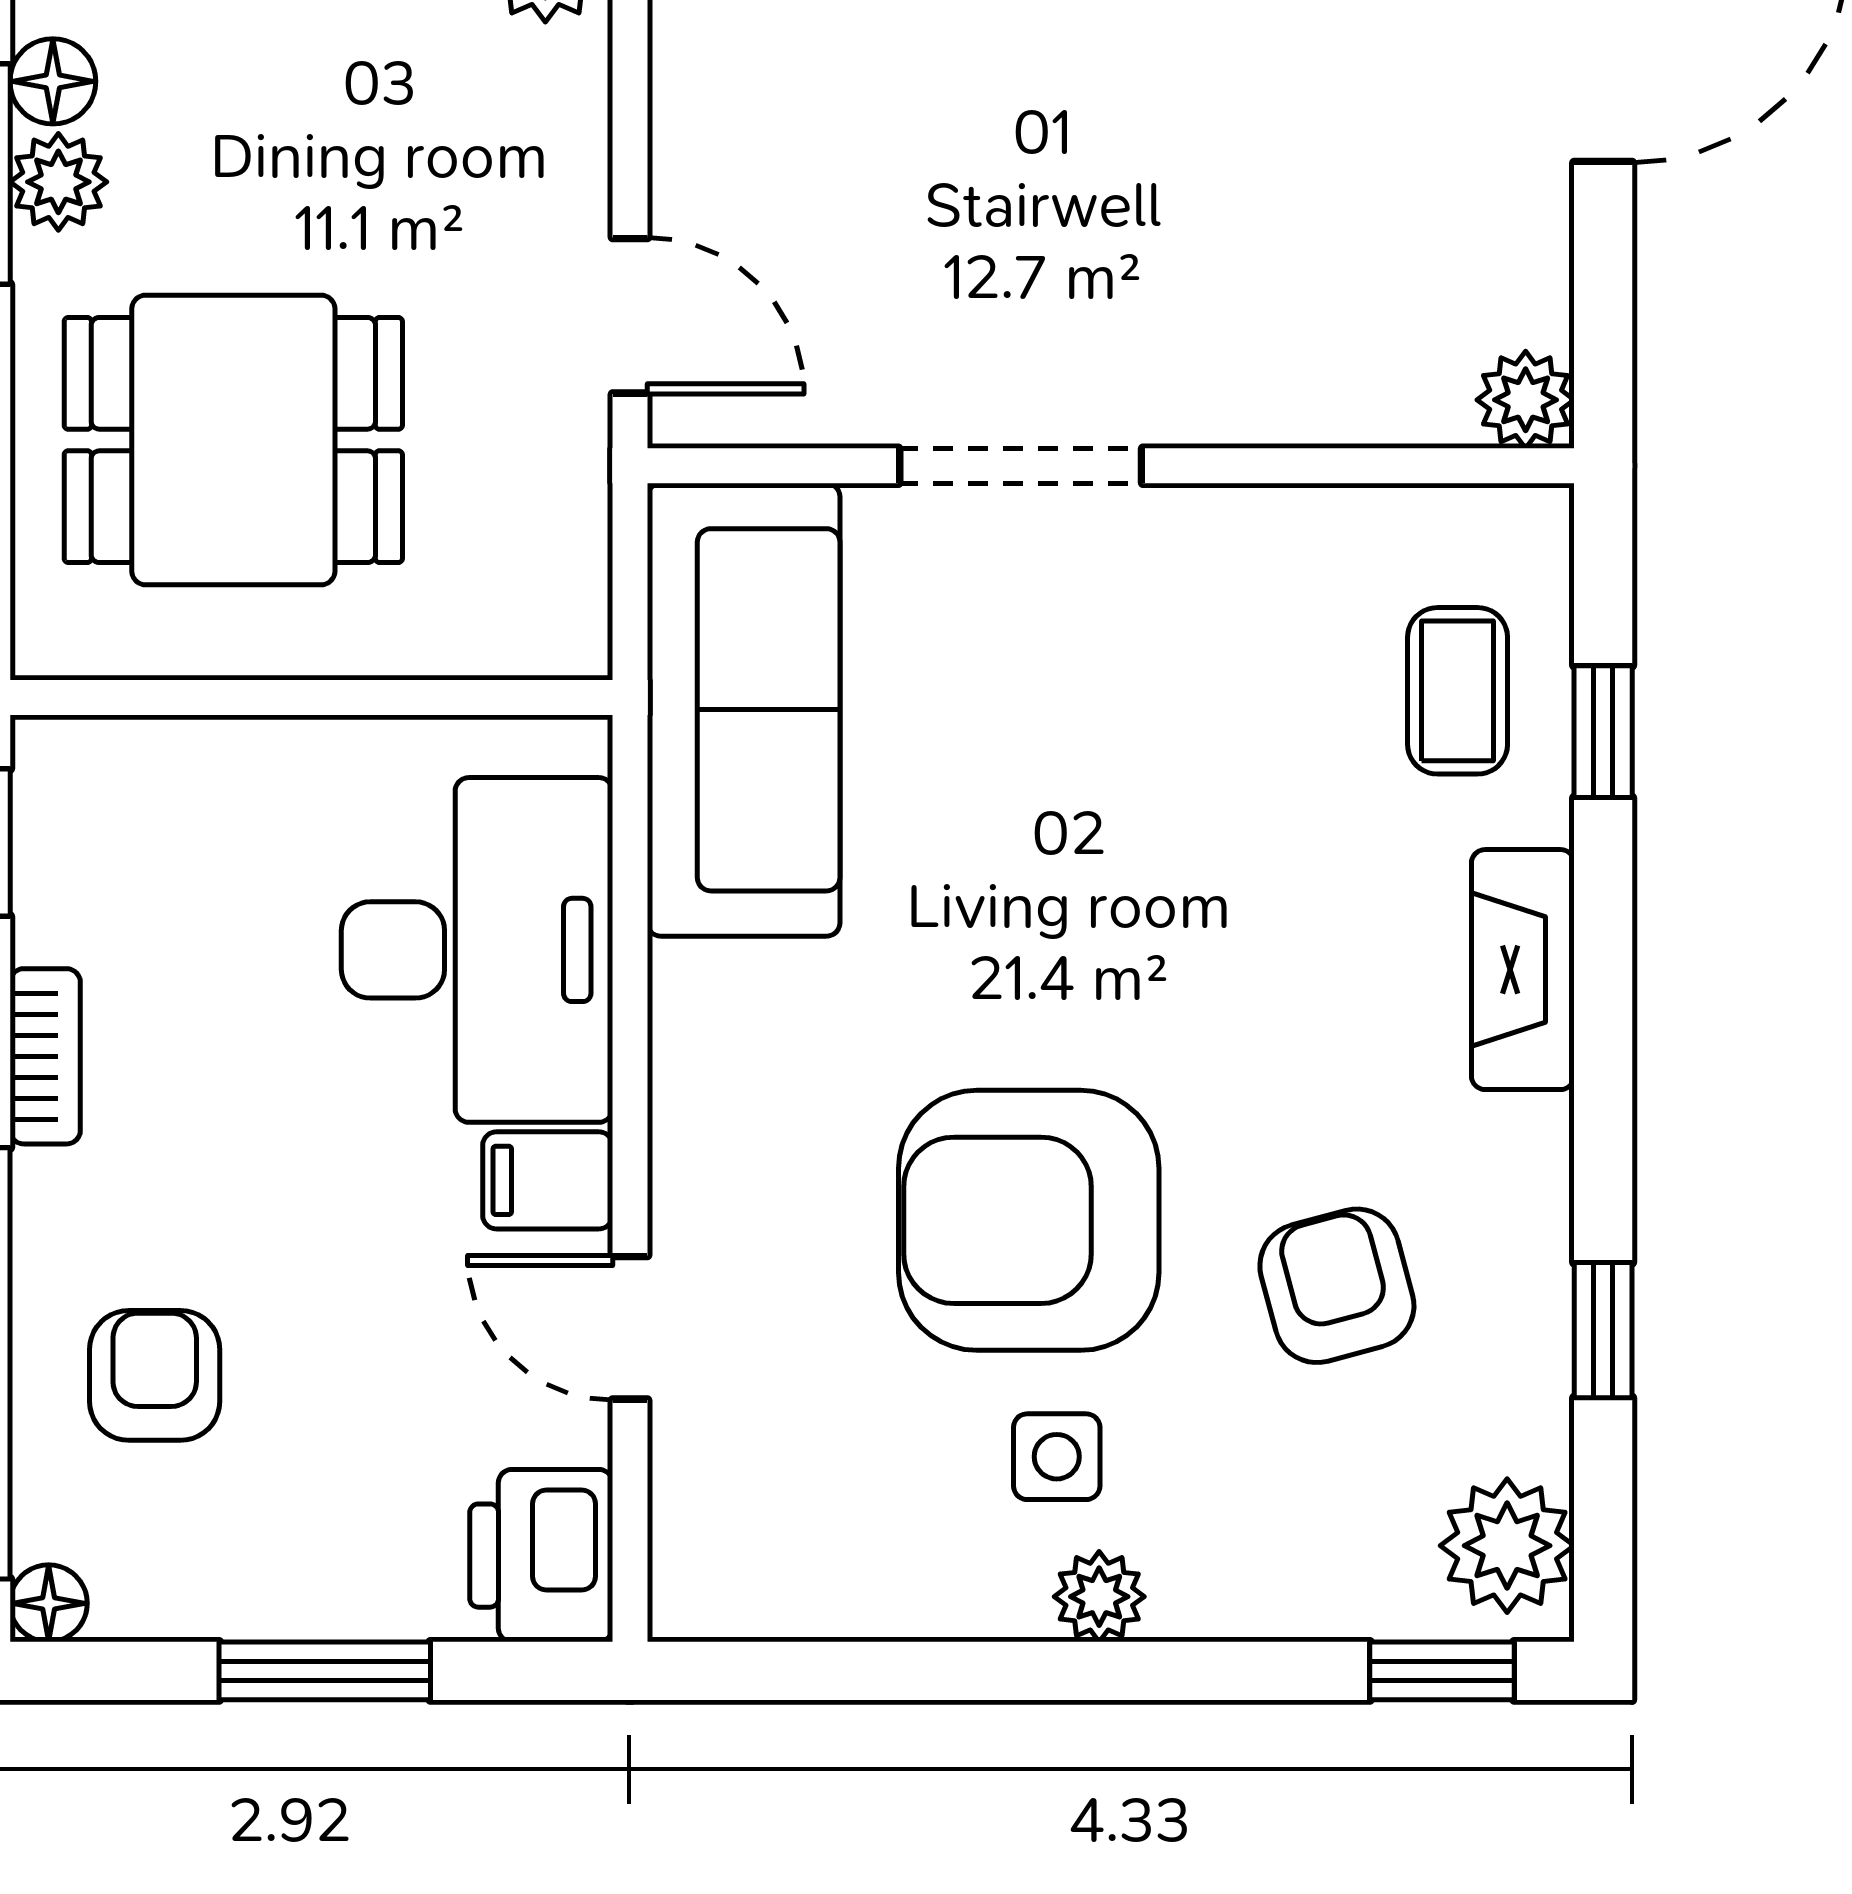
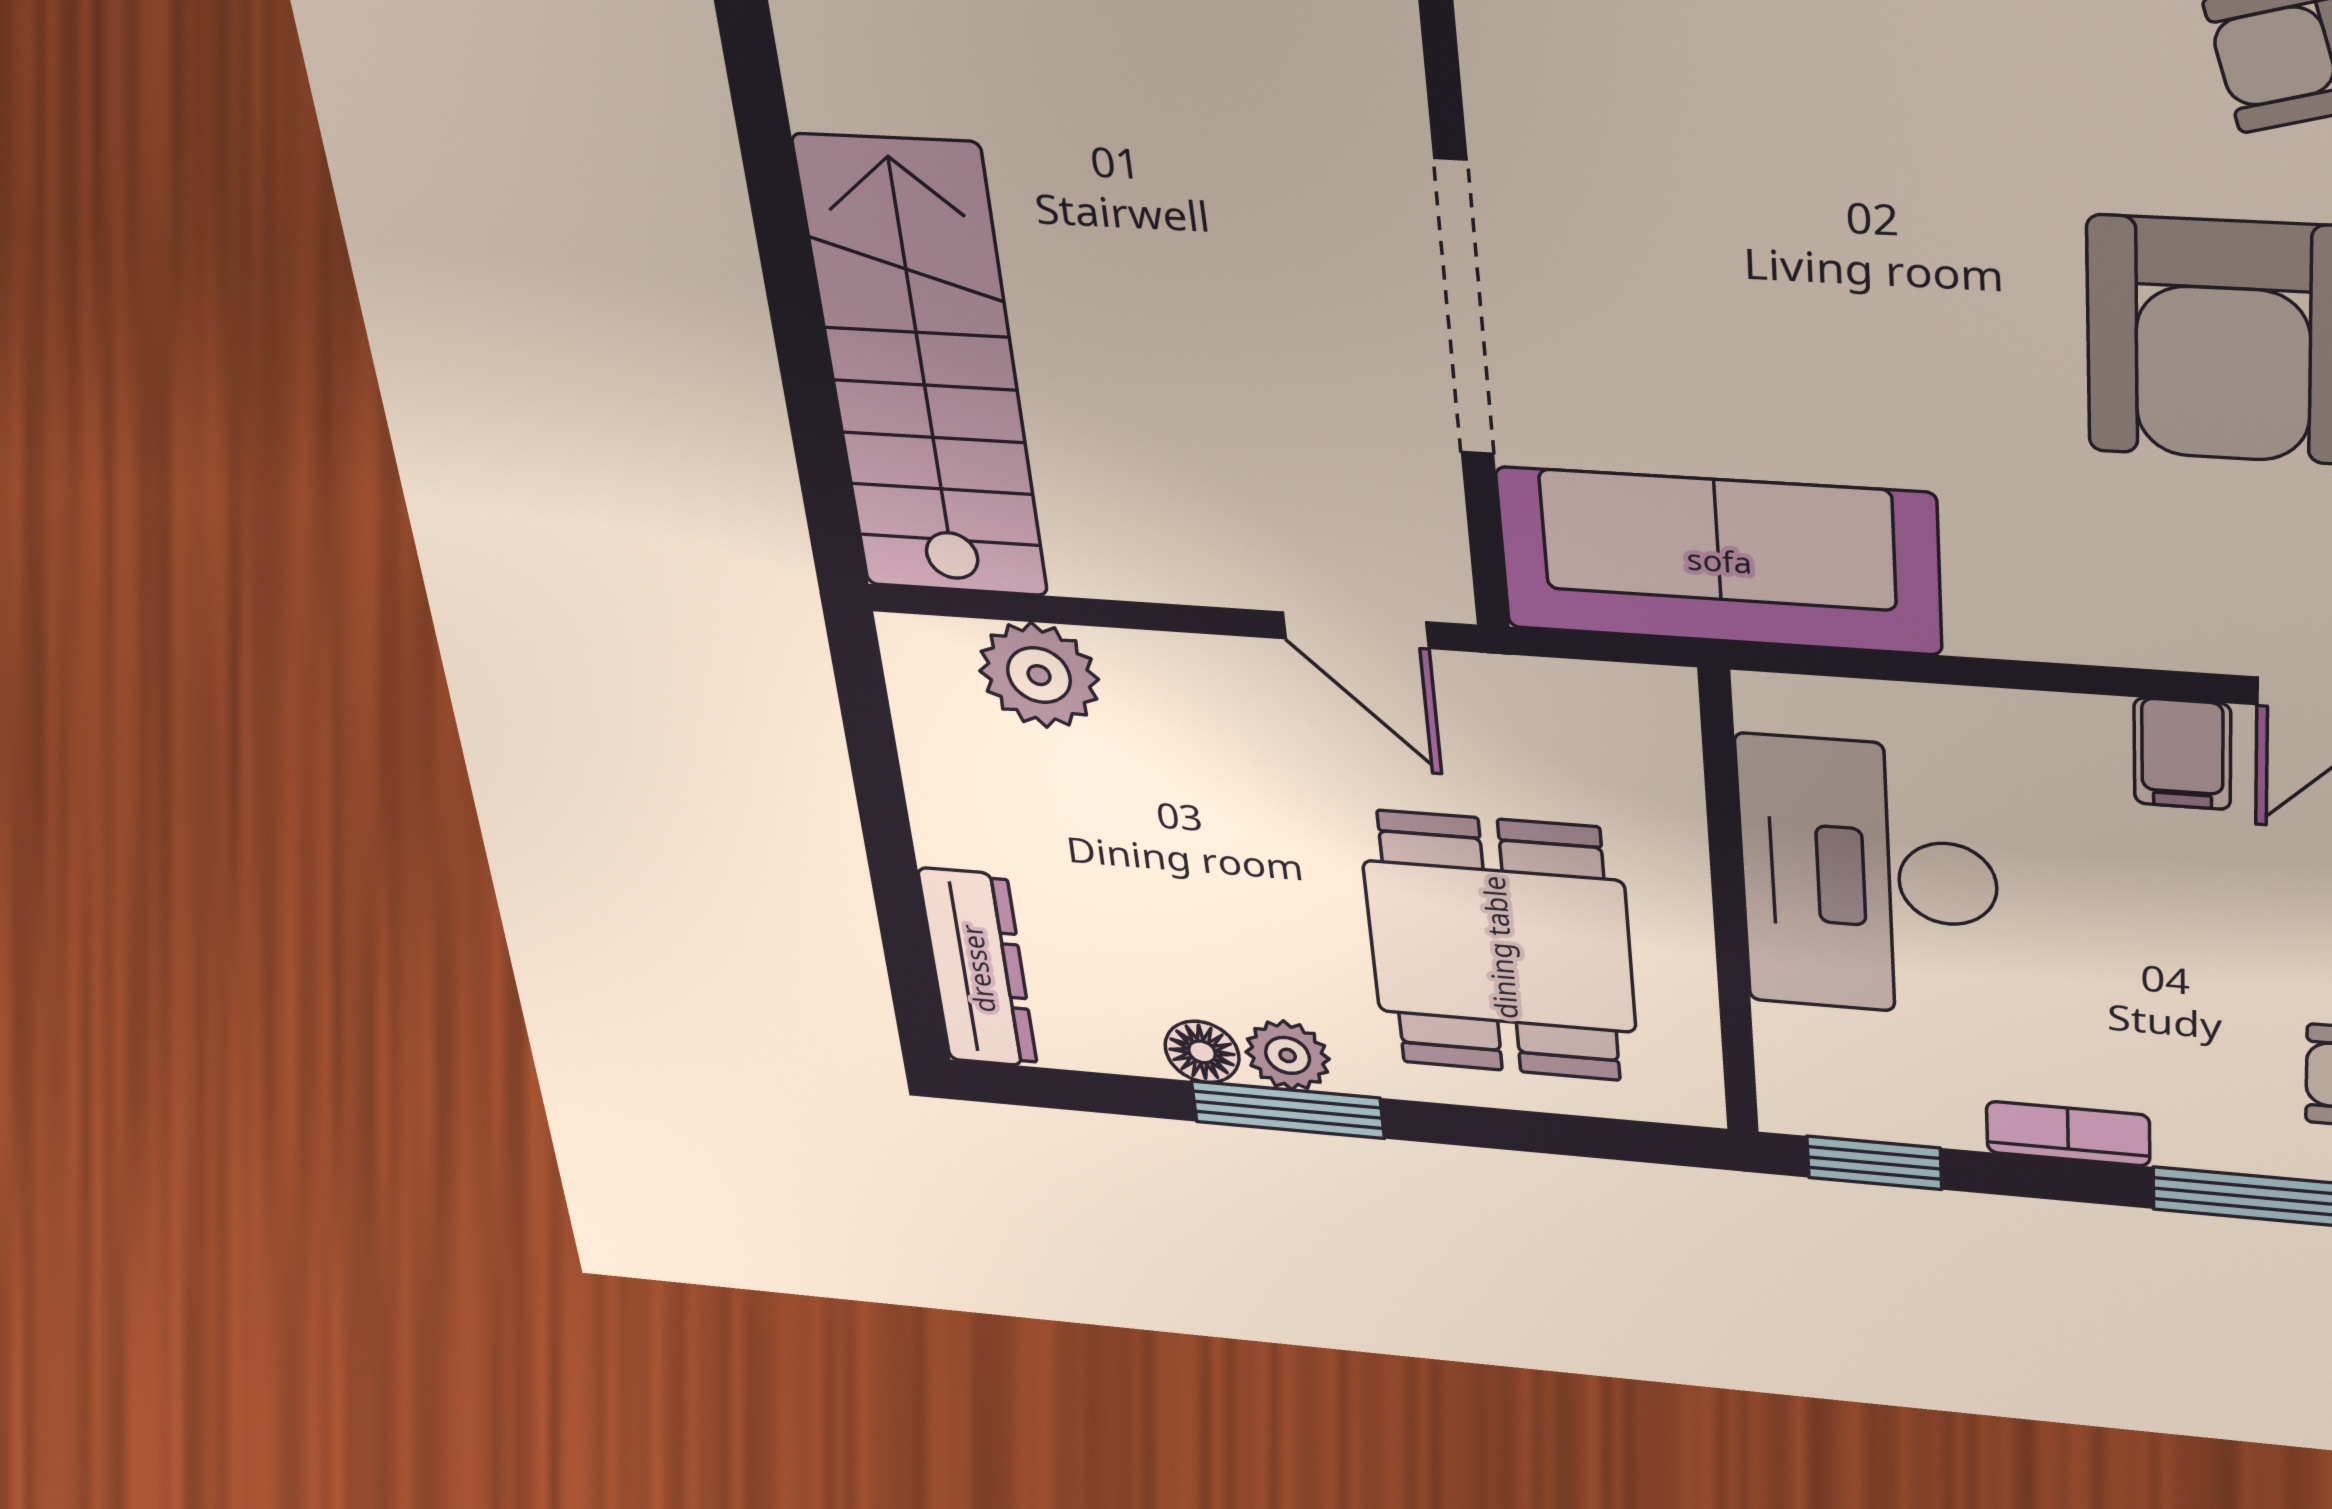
door: (630, 316) -> (1356, 630), swing flipped
doorway: (1021, 466) -> (1464, 309), width x1.36
desk: (477, 950) -> (1869, 878), moved, turned -90

